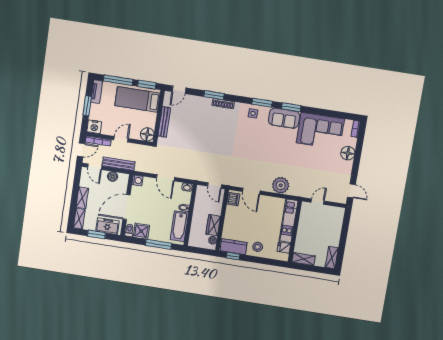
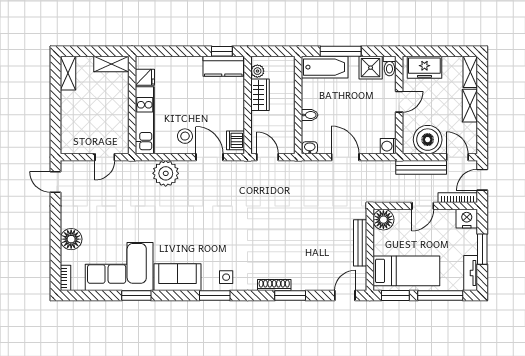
window: (291, 107) -> (136, 296), moved
boiler: (113, 176) -> (428, 140), width x1.86, depth x1.86
door: (126, 207) -> (399, 102), width x0.53
bathtub: (179, 226) -> (325, 67), moved, turned 90
window: (96, 235) -> (440, 51), removed
stool: (258, 247) -> (185, 136), moved

